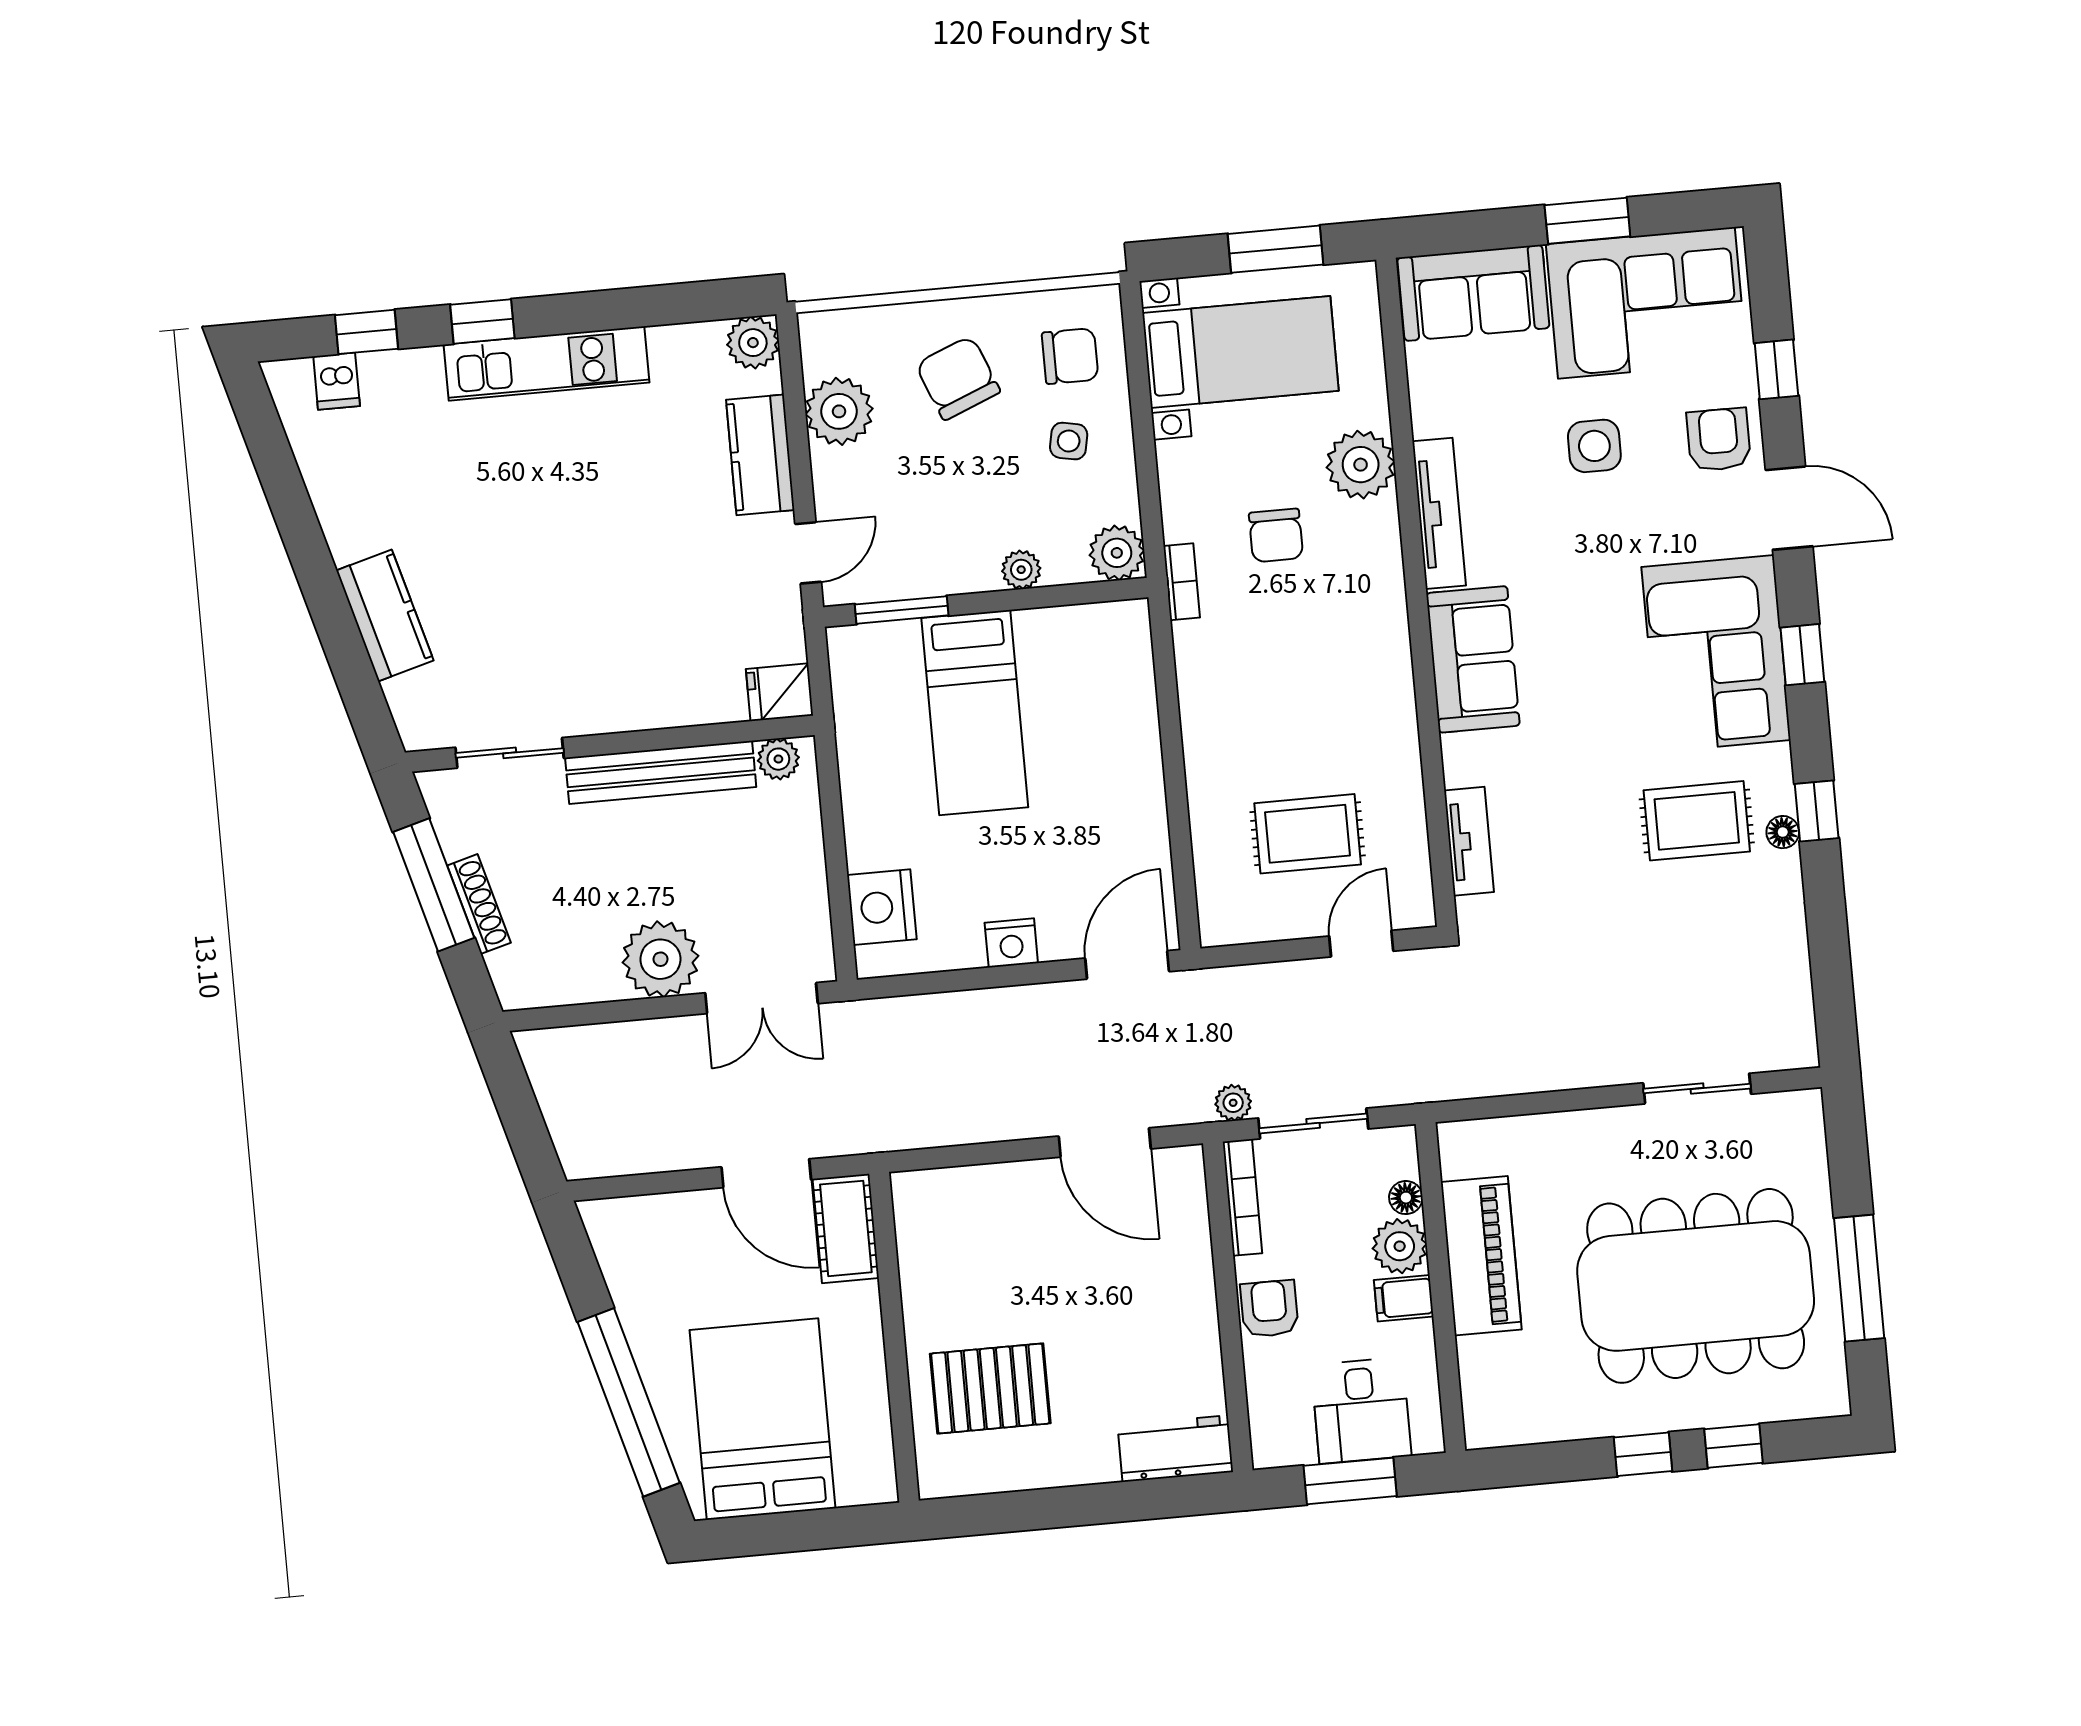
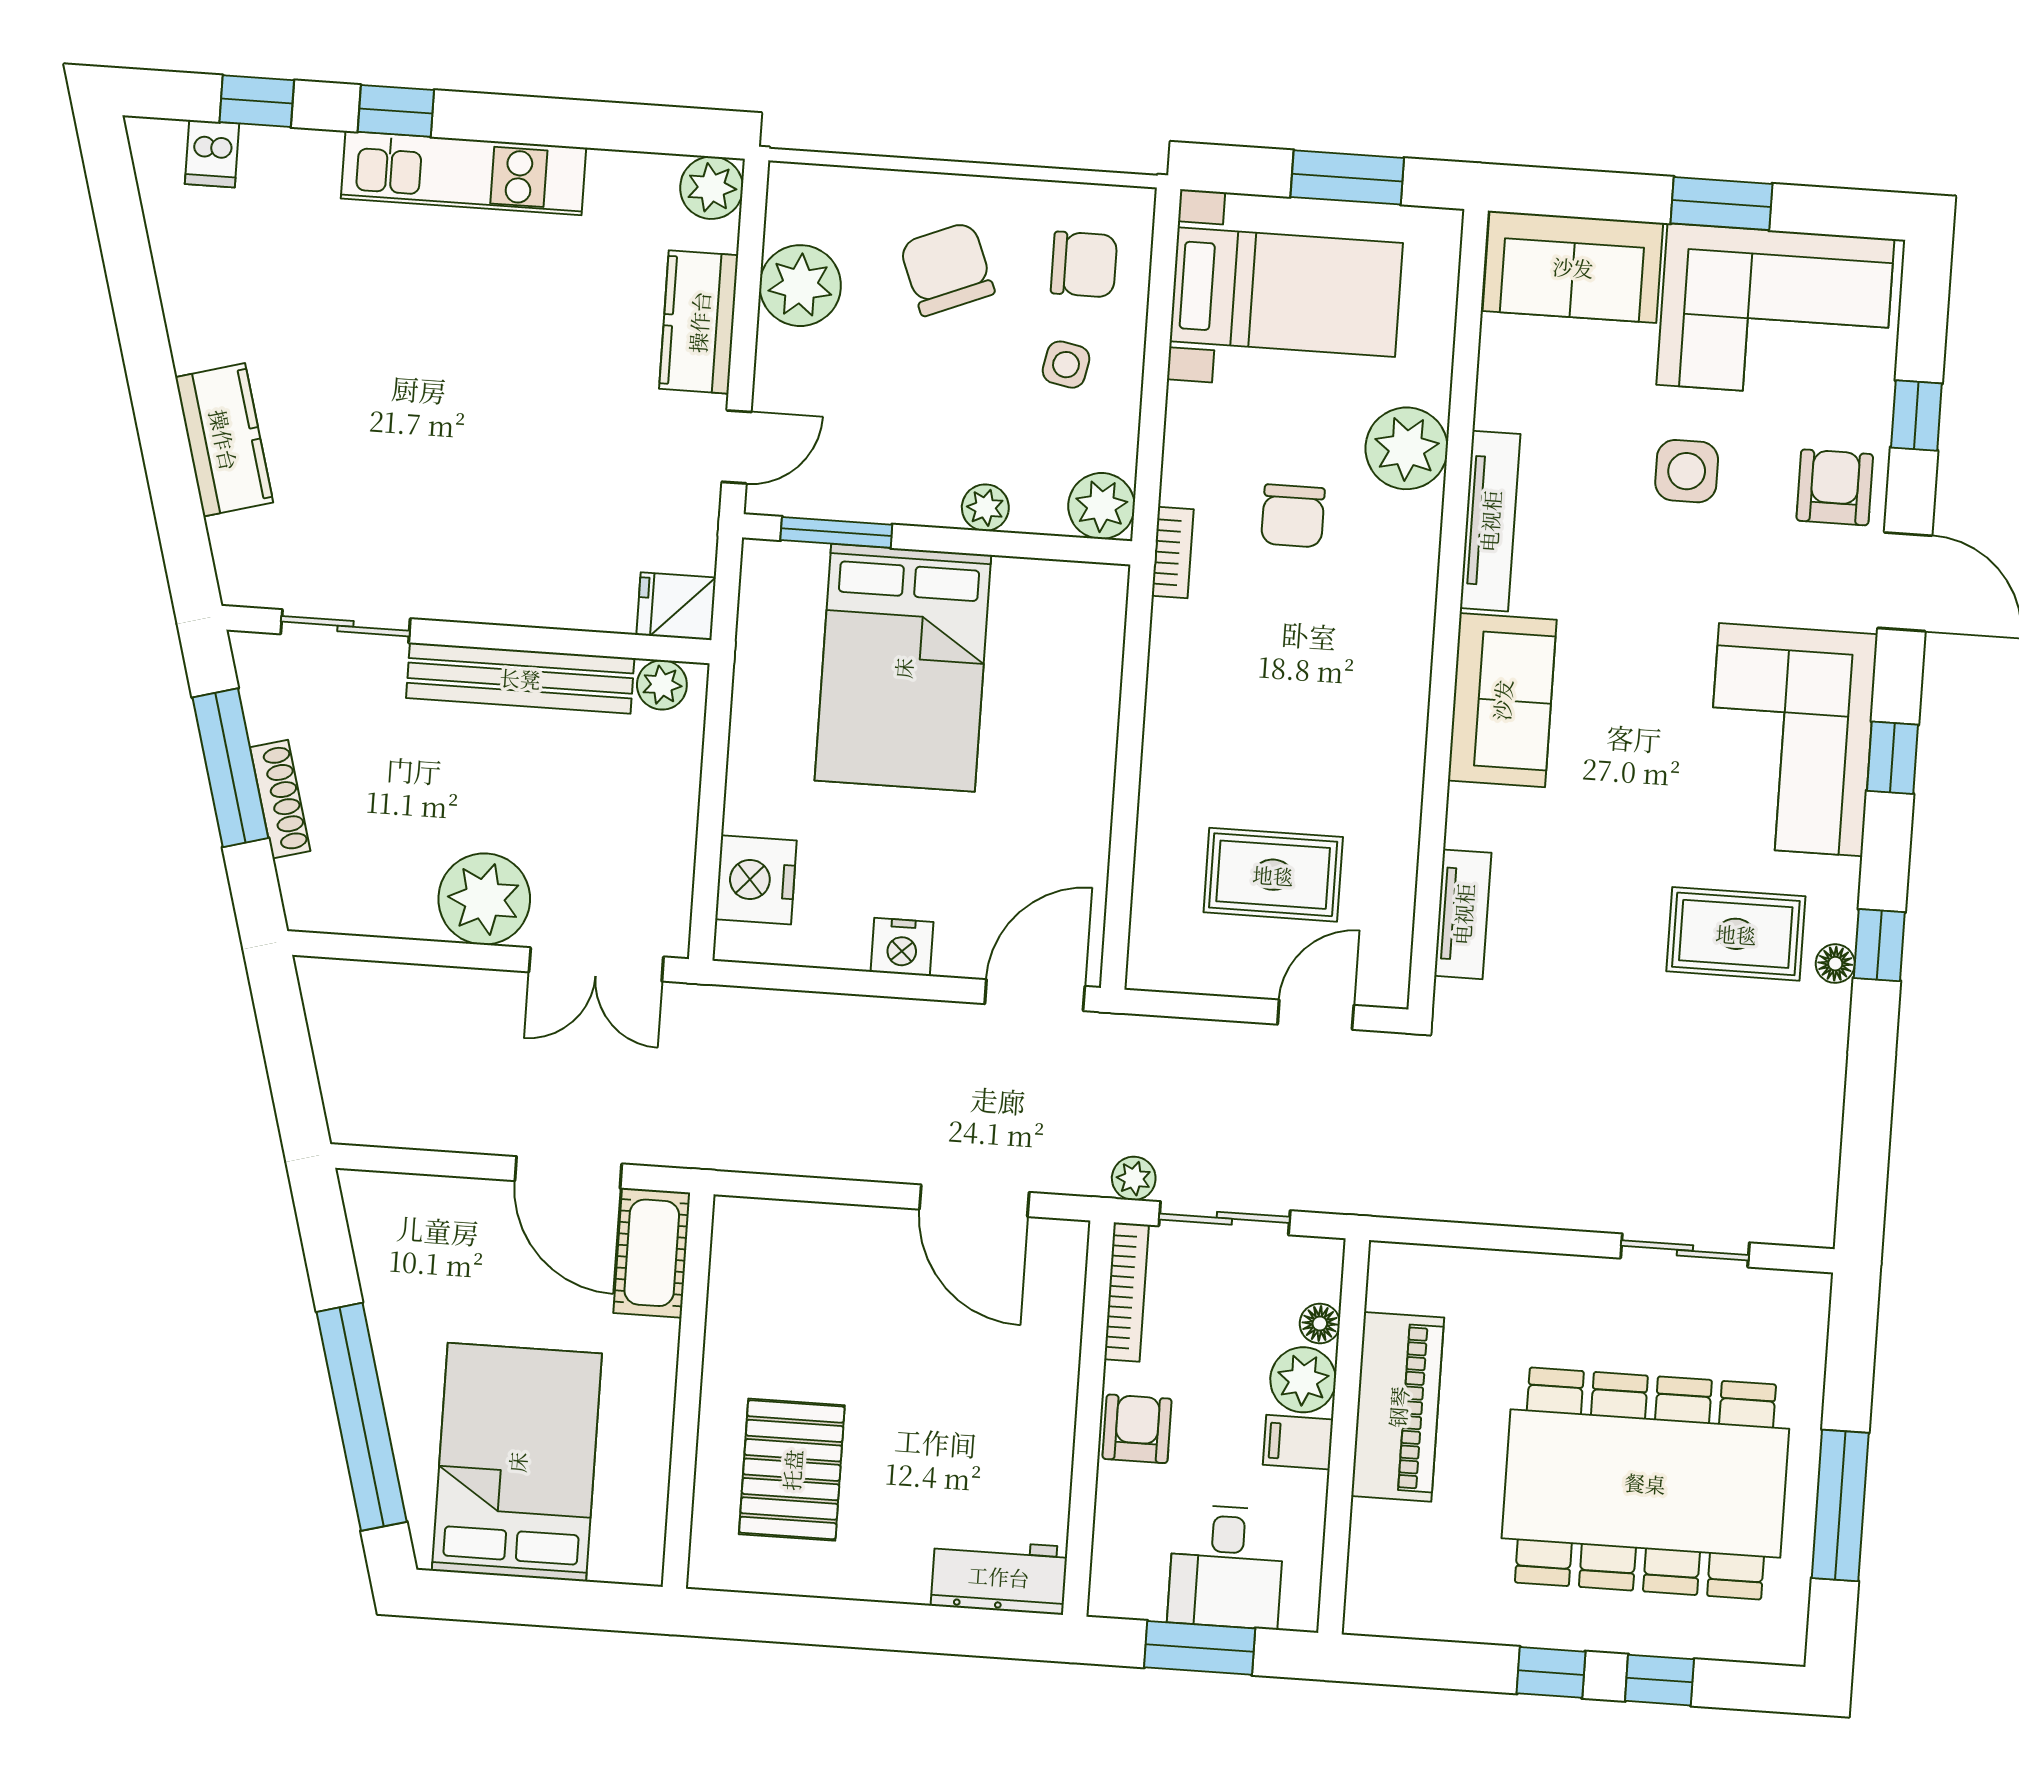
bed: (975, 713) -> (903, 668), width x1.50
pallet: (990, 1389) -> (792, 1470), turned 90

